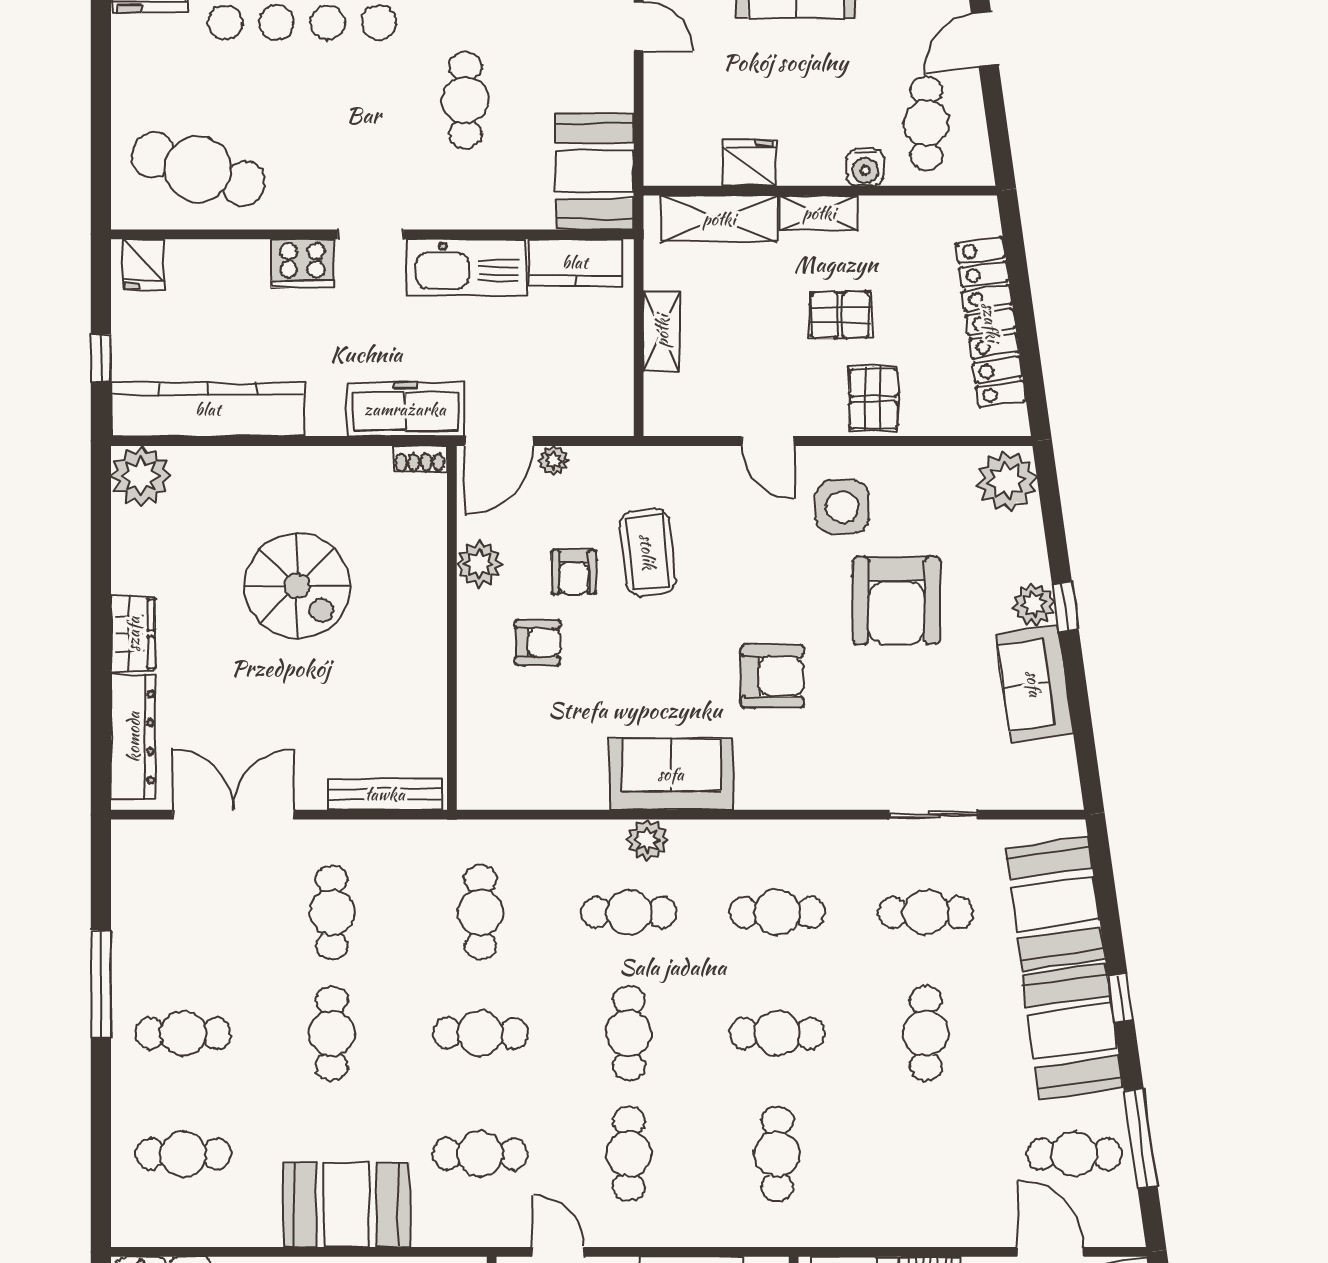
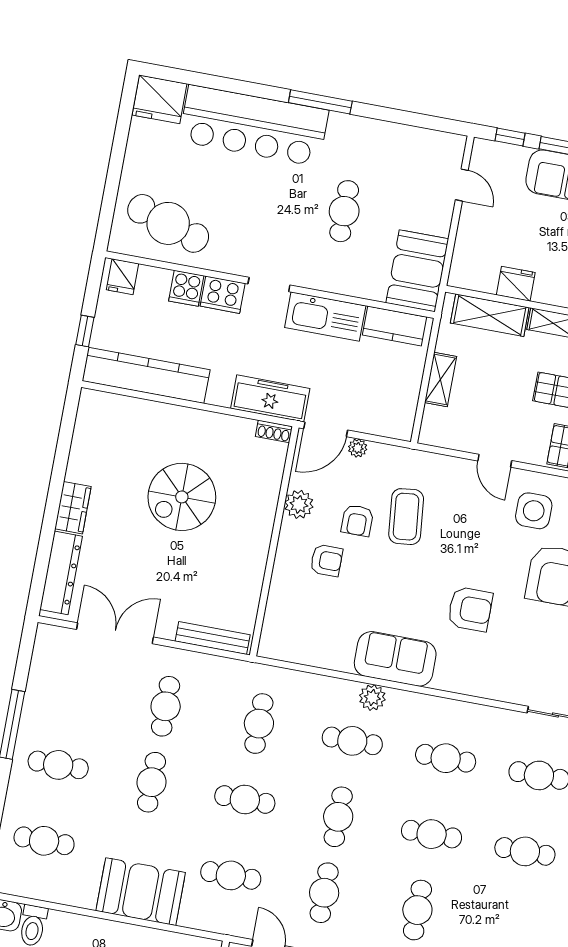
cooker: (245, 264) -> (186, 288), added
plant: (141, 476) -> (96, 410), removed
spiral stairs: (297, 586) -> (182, 497), turned 90
cafe table: (926, 1033) -> (525, 851), turned 90

